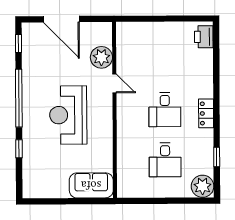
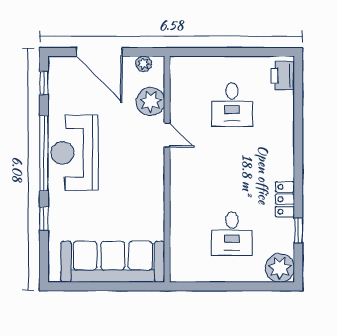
plant: (96, 28) -> (144, 64), added
desk: (165, 110) -> (232, 105), moved
locker: (206, 113) -> (285, 199), moved
reception desk: (68, 115) -> (75, 153), moved
sofa: (91, 185) -> (113, 262), width x1.85, depth x1.27

